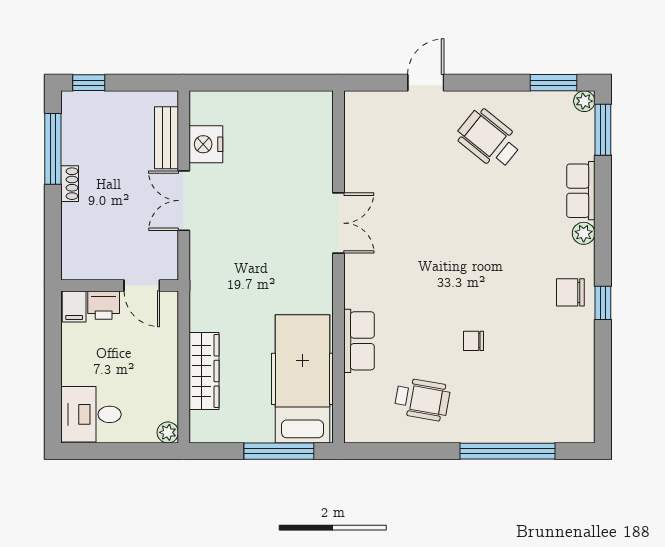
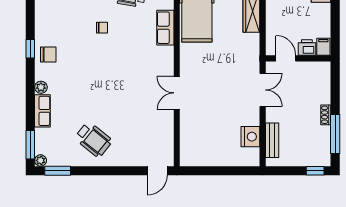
door: (426, 83) -> (157, 171), moved
double door: (184, 201) -> (263, 90), moved

